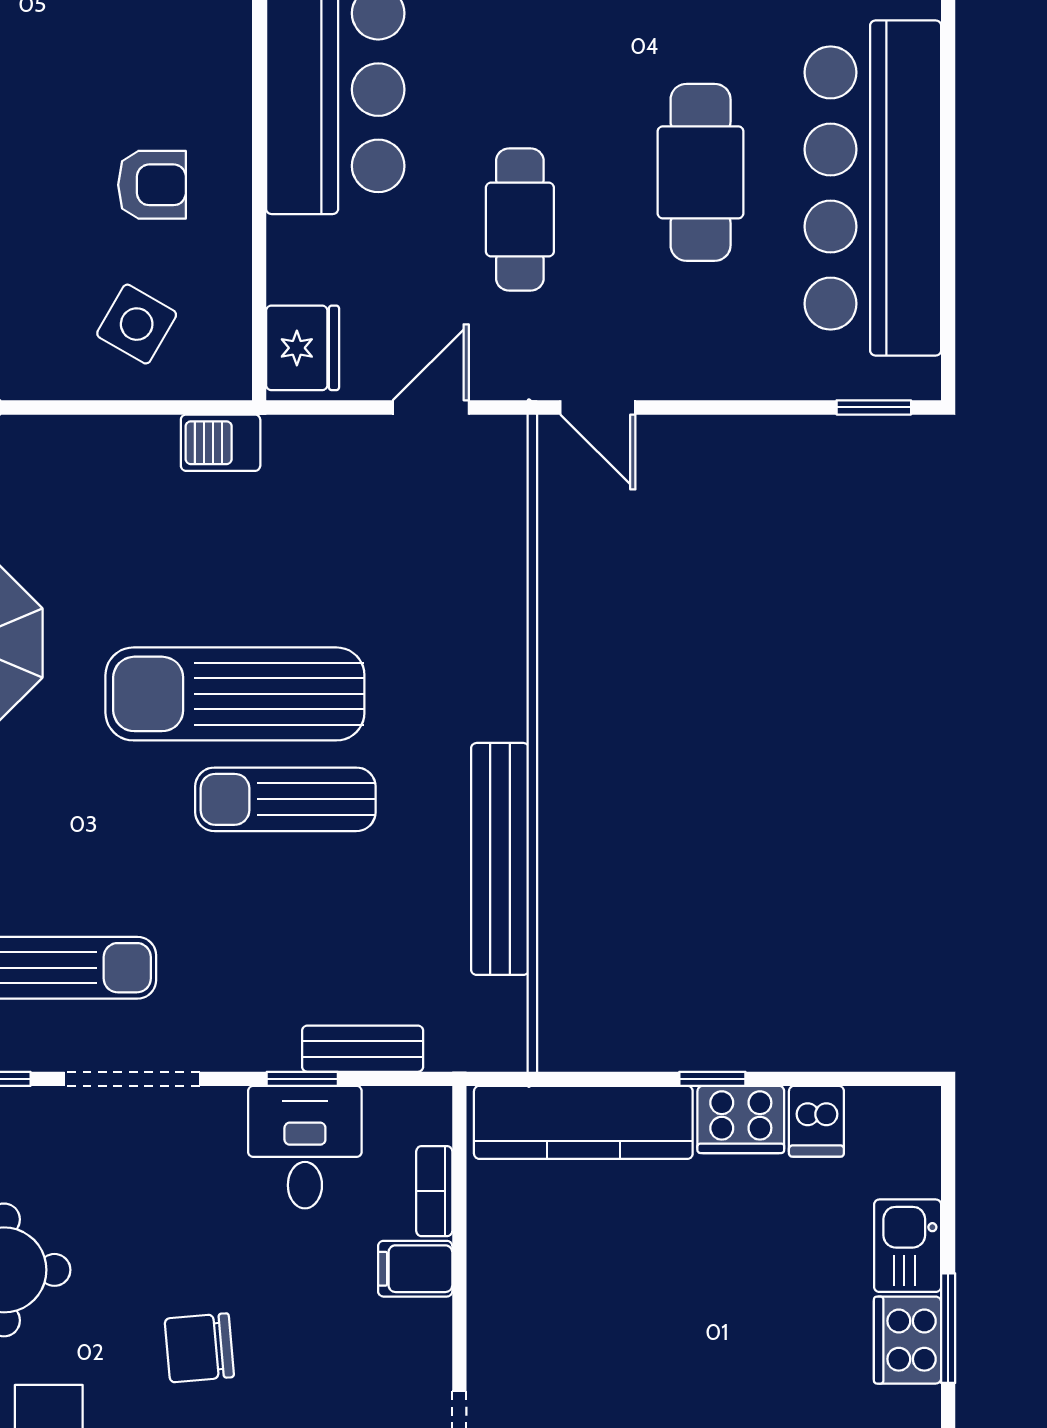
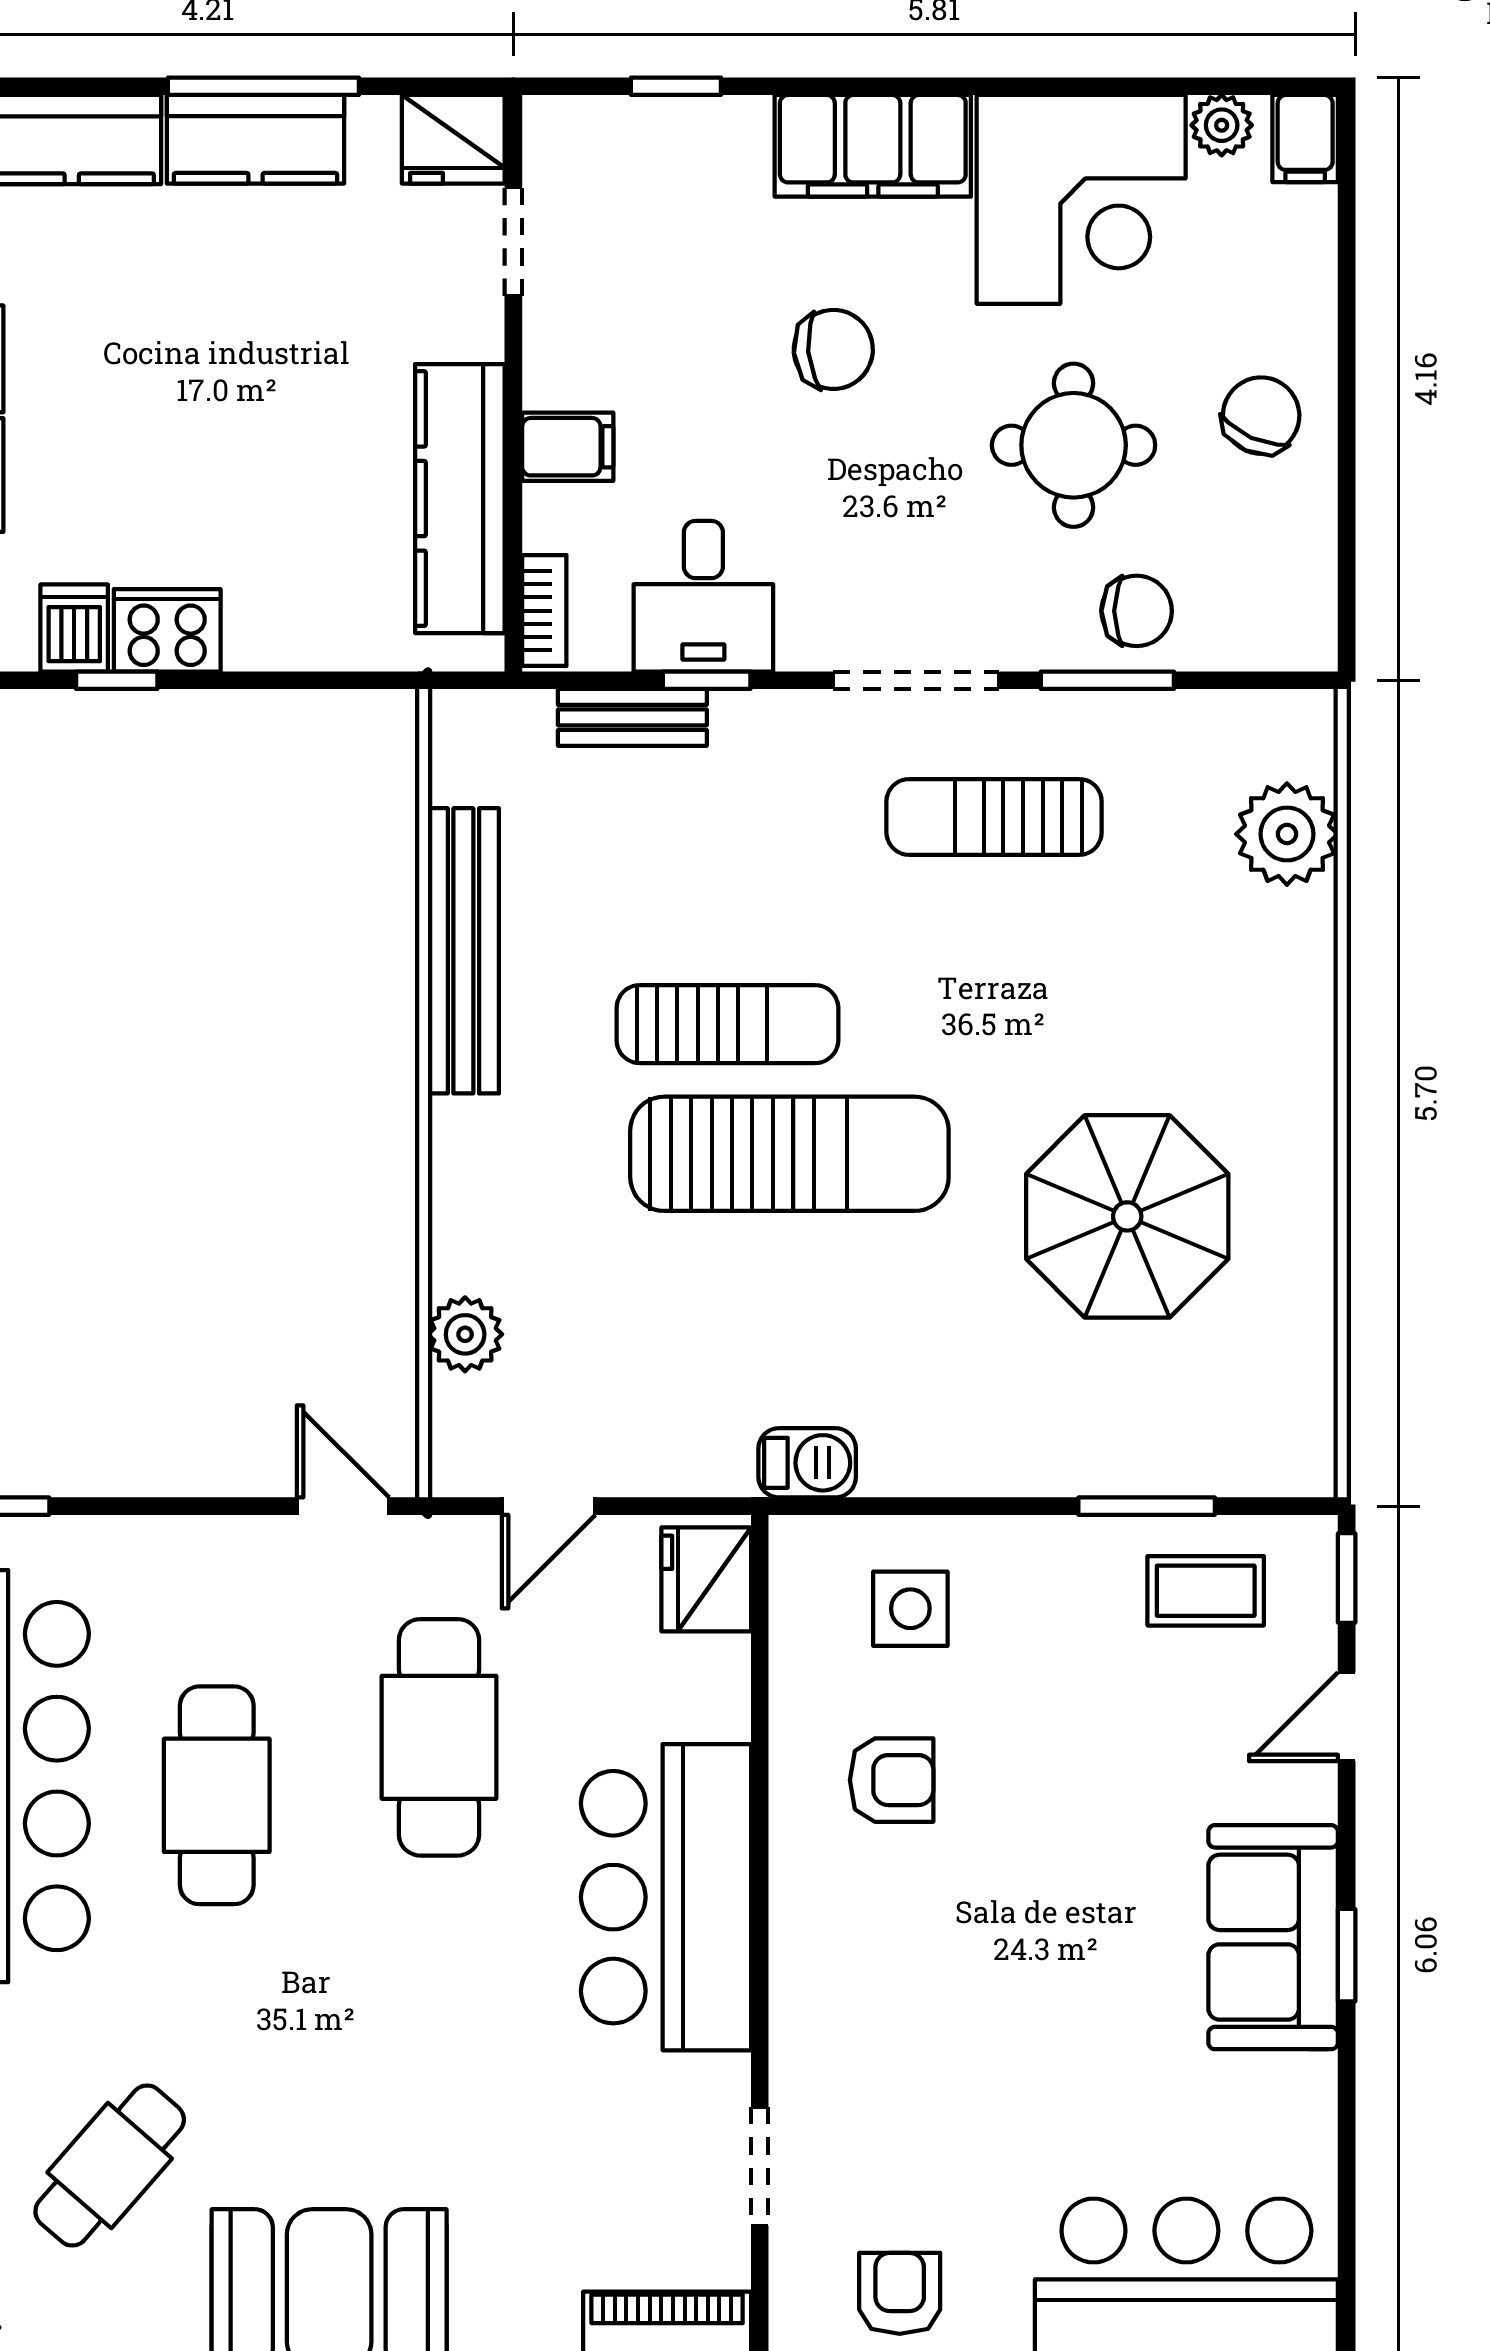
armchair: (152, 185) -> (892, 1780), turned 180
cafe table: (520, 220) -> (439, 1737), width x1.37, depth x1.35
side table: (137, 324) -> (910, 1609), turned -30
plant: (499, 547) -> (465, 1334), added
window: (712, 1079) -> (117, 680), moved
kitchen counter: (583, 1122) -> (460, 499), moved, turned -90
bookcase: (434, 1191) -> (544, 611), moved

